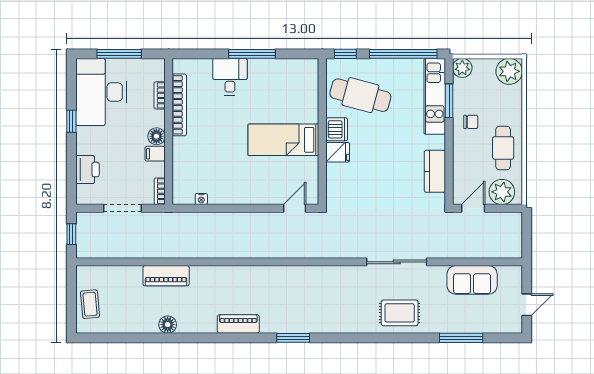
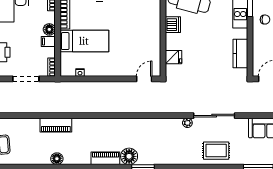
bed: (283, 140) -> (84, 41), moved, turned 180
fridge: (338, 152) -> (174, 57), moved
plant: (358, 272) -> (187, 123), added
floor lamp: (273, 321) -> (129, 156), added

